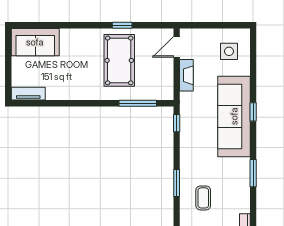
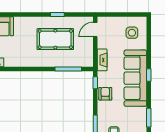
pool table: (119, 60) -> (55, 39), turned 90
fireplace: (186, 75) -> (102, 60), moved
armchair: (191, 139) -> (105, 94), added

